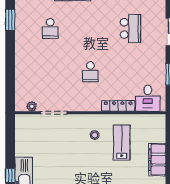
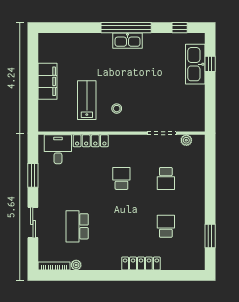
school desk: (50, 72) -> (166, 178), added
lab bench: (122, 143) -> (87, 100), turned 180

